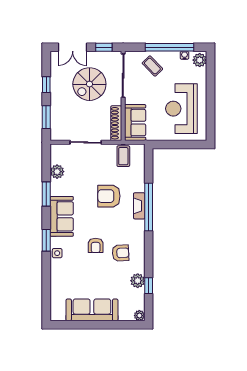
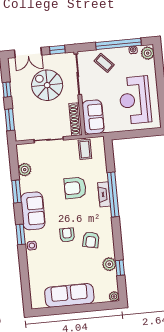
spiral stairs: (89, 84) -> (47, 85), turned 90
armchair: (96, 245) -> (67, 235), turned 180
armchair: (121, 253) -> (91, 240), turned 105

